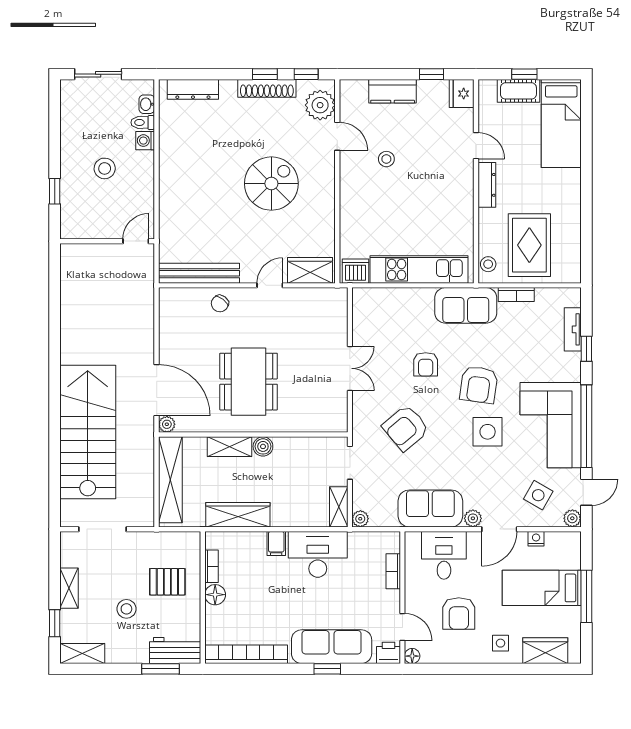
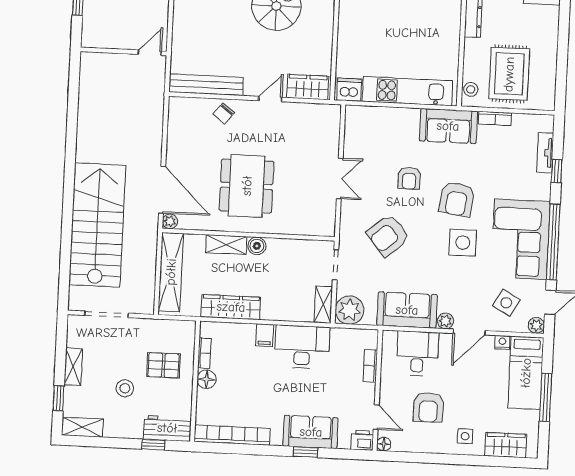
plant: (360, 519) -> (349, 310), width x1.87, depth x1.87
bed: (542, 588) -> (526, 373), moved, turned -90
sofa: (332, 647) -> (311, 432), width x0.73
window: (161, 669) -> (153, 445), width x0.67

